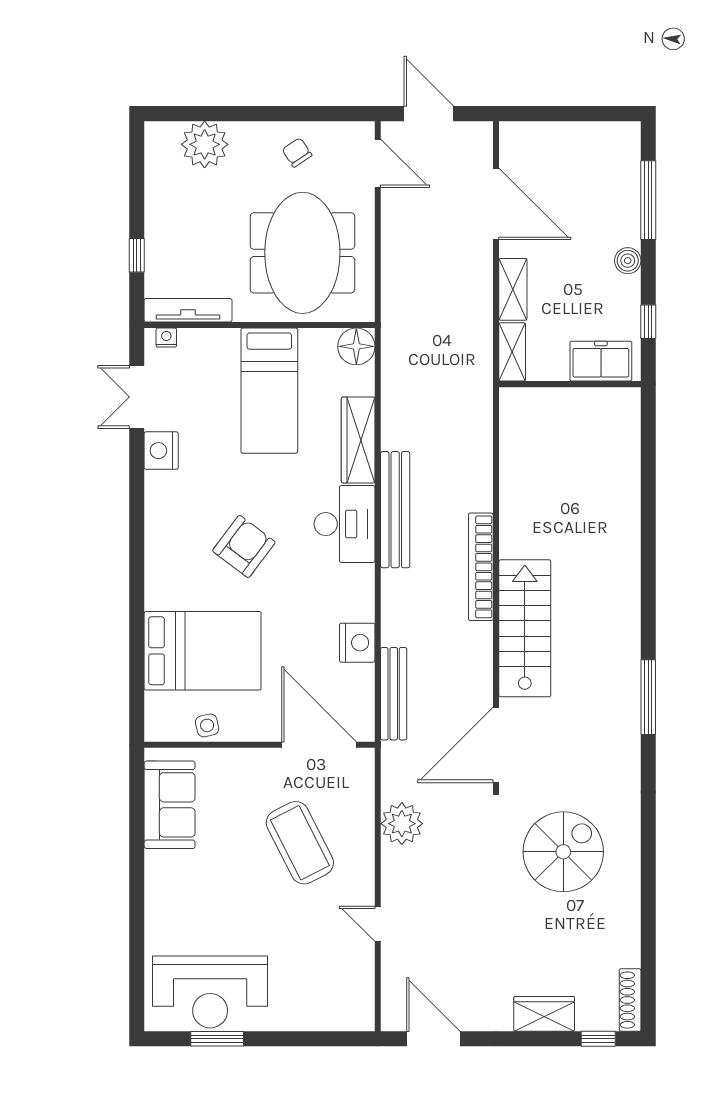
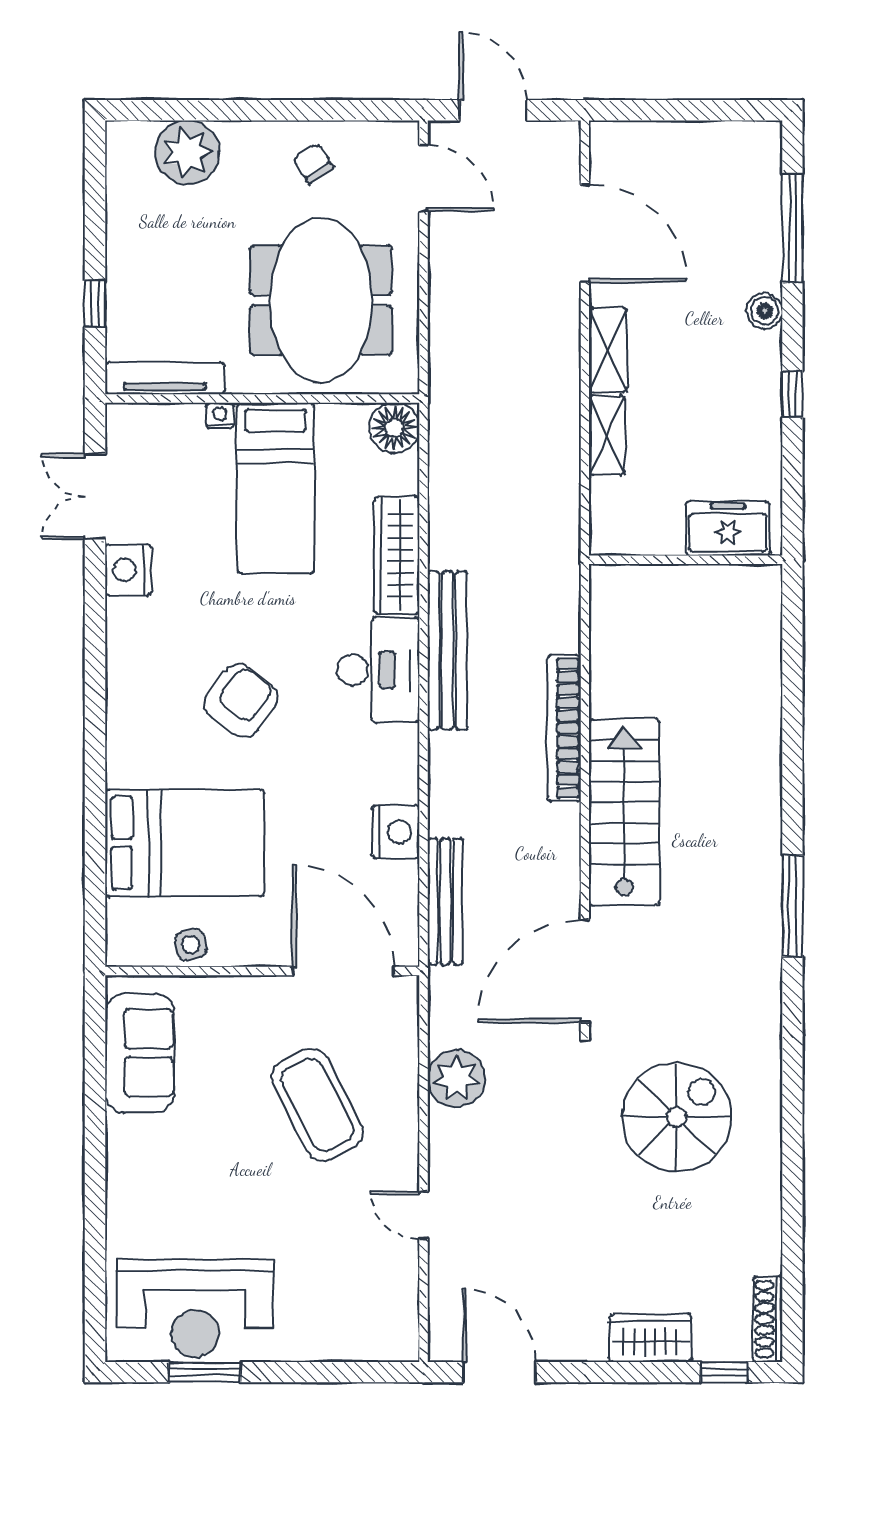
nightstand: (166, 338) -> (220, 416), moved
freezer: (601, 361) -> (728, 528), moved
wall: (570, 384) -> (686, 560), moved

